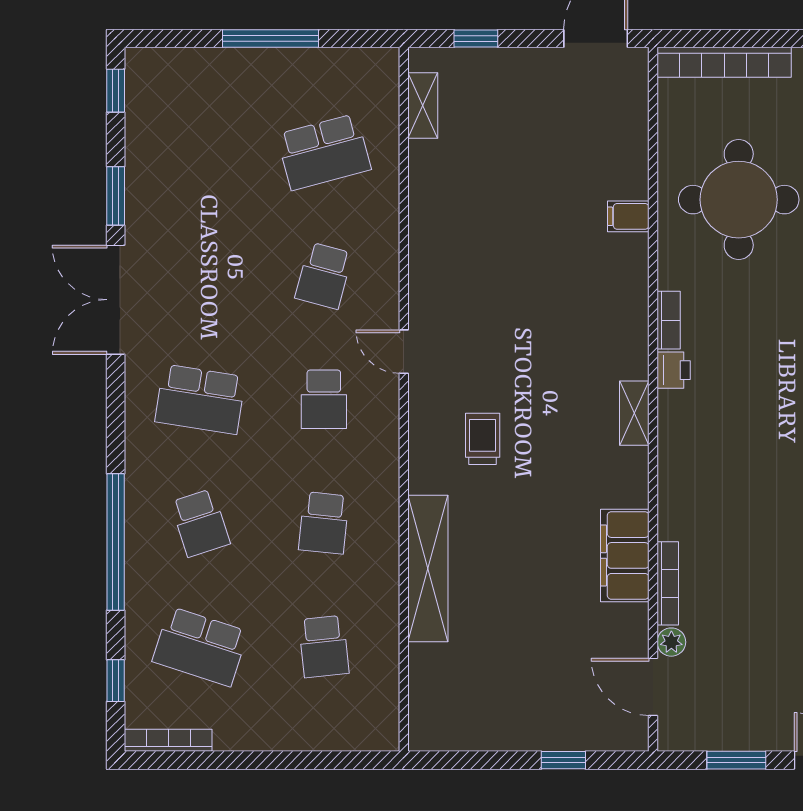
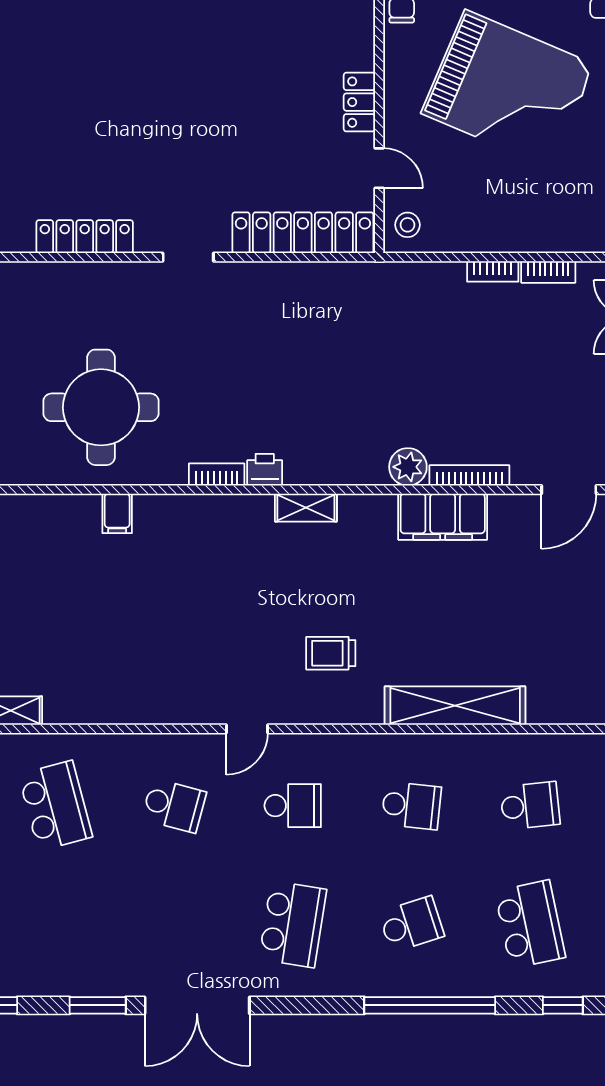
plant: (671, 642) -> (408, 467), moved, width x1.38, depth x1.38
school desk: (200, 646) -> (530, 924), turned -30

